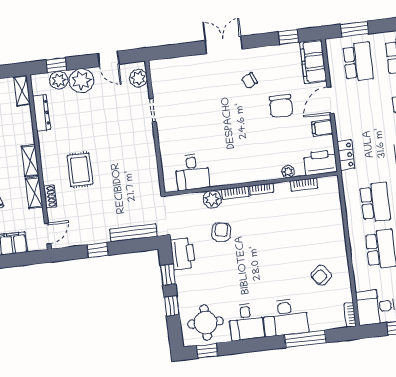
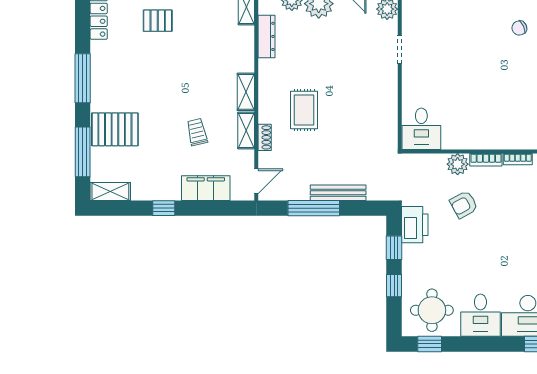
desk: (192, 172) -> (421, 129), moved
armchair: (221, 232) -> (464, 204), turned -131
bench: (133, 233) -> (338, 193), moved
window: (98, 250) -> (314, 208), width x2.17

